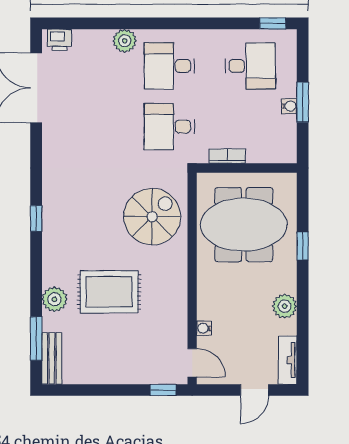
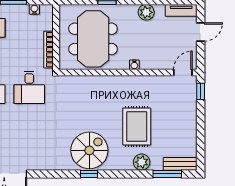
water cooler: (289, 106) -> (34, 9), moved
bookcase: (227, 156) -> (49, 50), width x1.56
spiral stairs: (152, 217) -> (89, 150), moved, turned 90
water cooler: (204, 328) -> (134, 65), moved
door: (254, 390) -> (201, 32), hinge flipped

